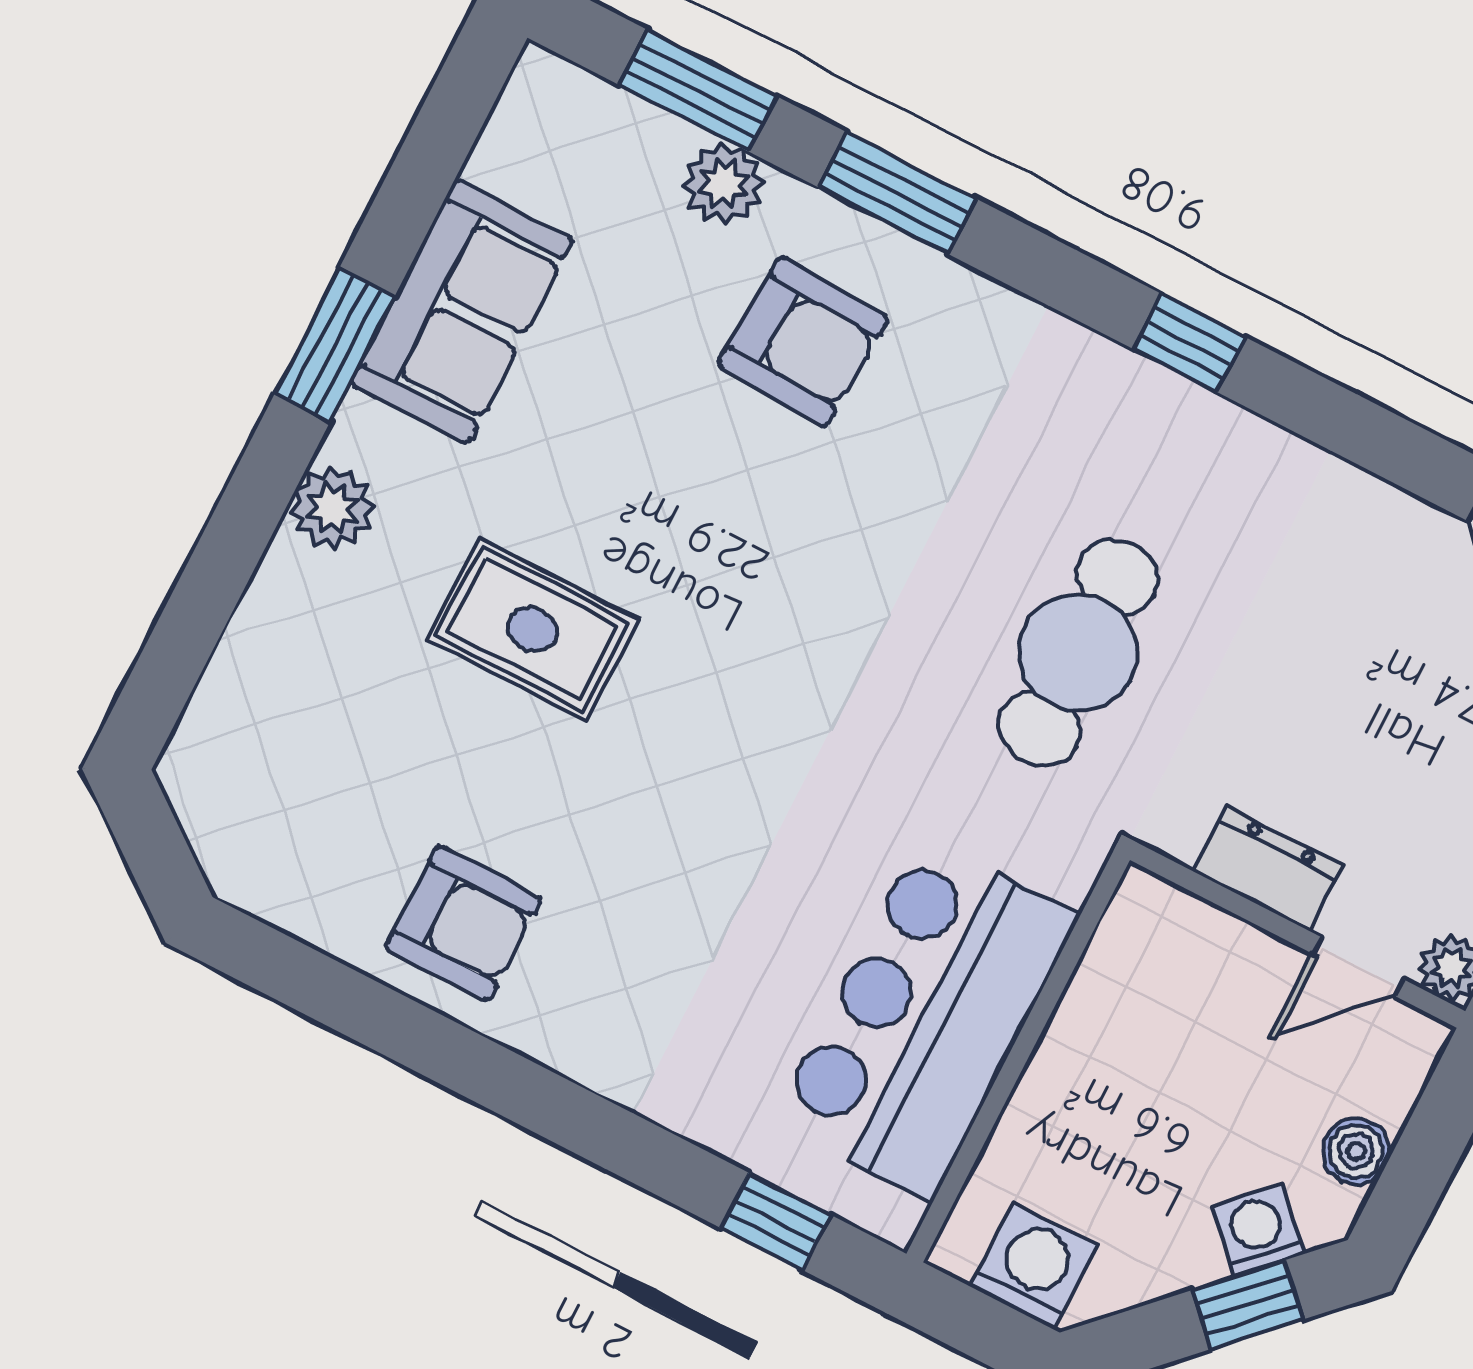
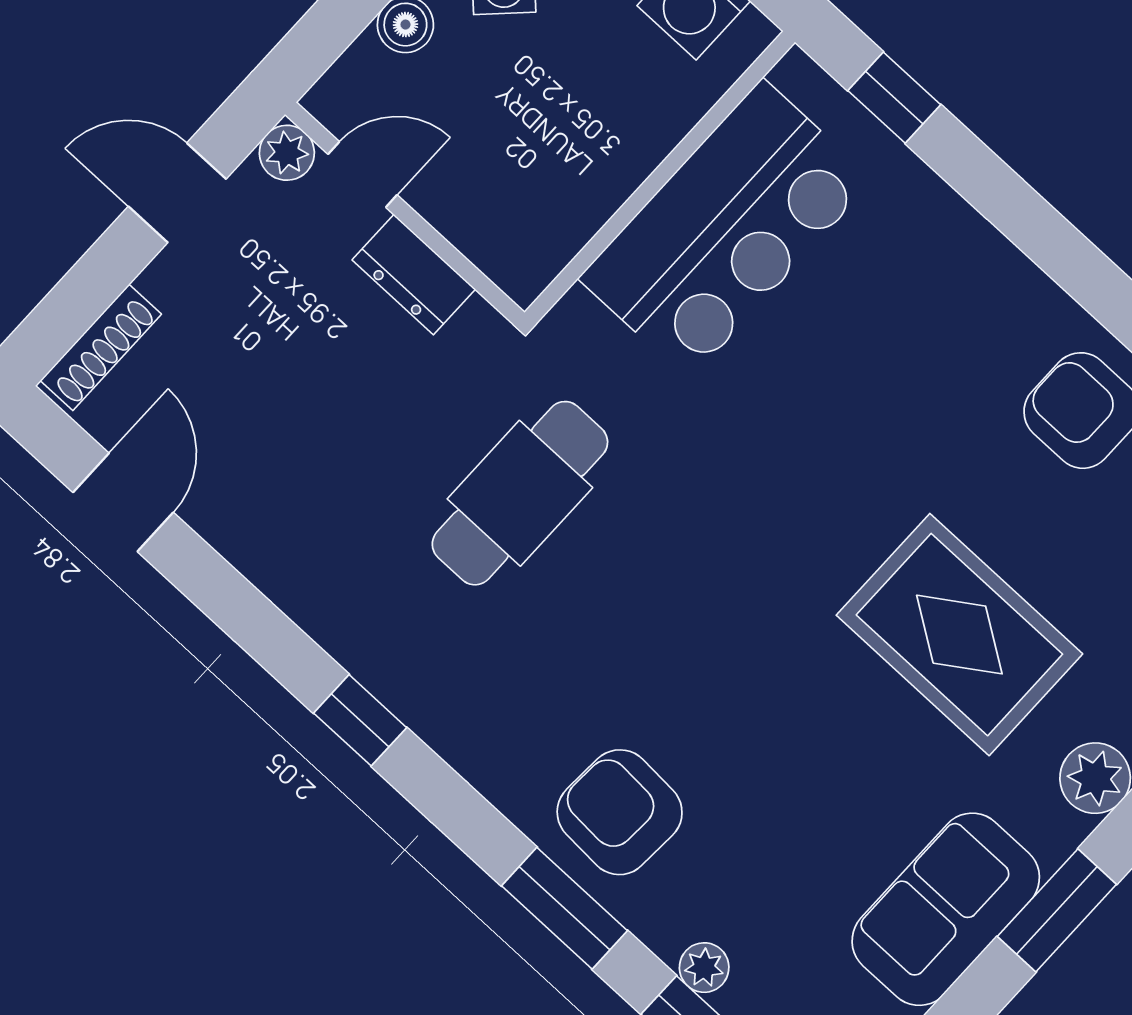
plant: (724, 184) -> (704, 968), width x0.73, depth x0.73
armchair: (803, 342) -> (620, 812), moved
rug: (532, 629) -> (959, 635), width x1.36, depth x1.43

